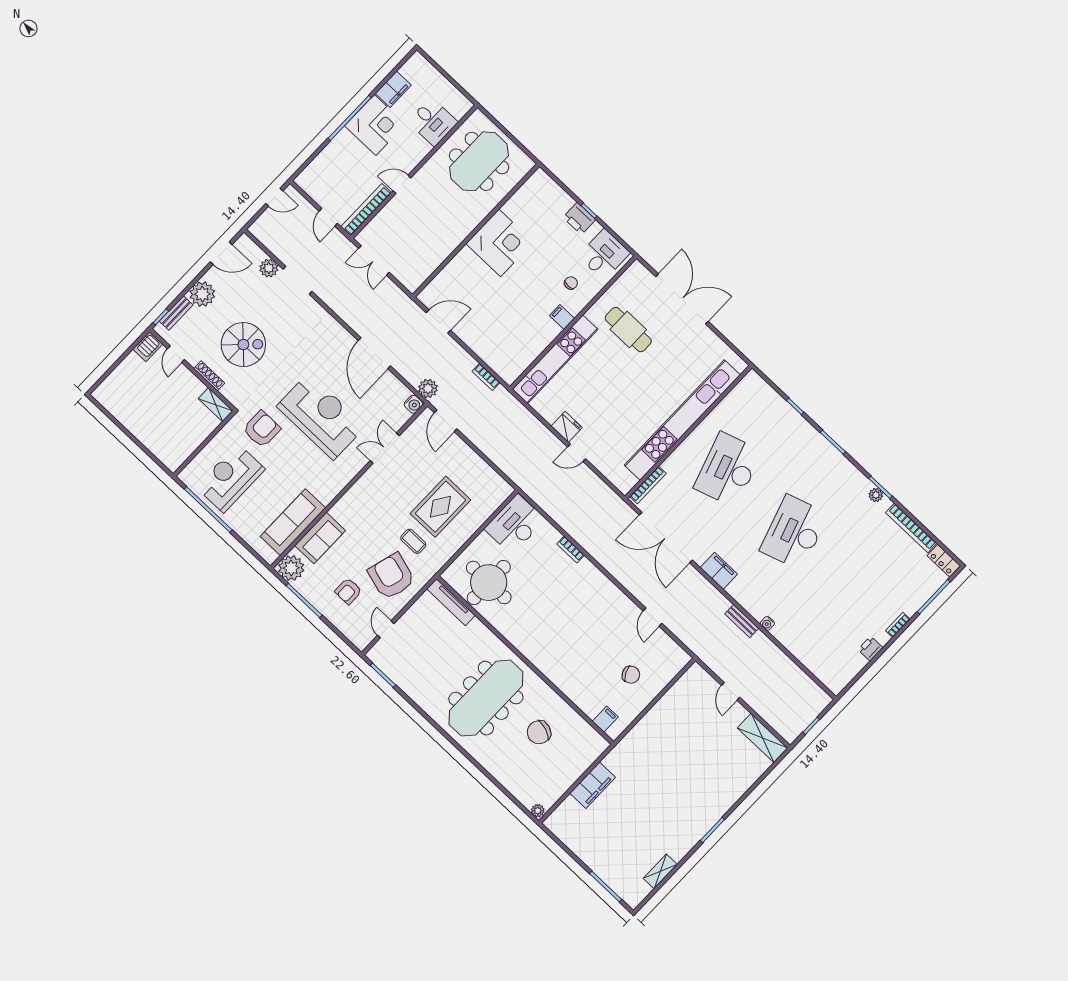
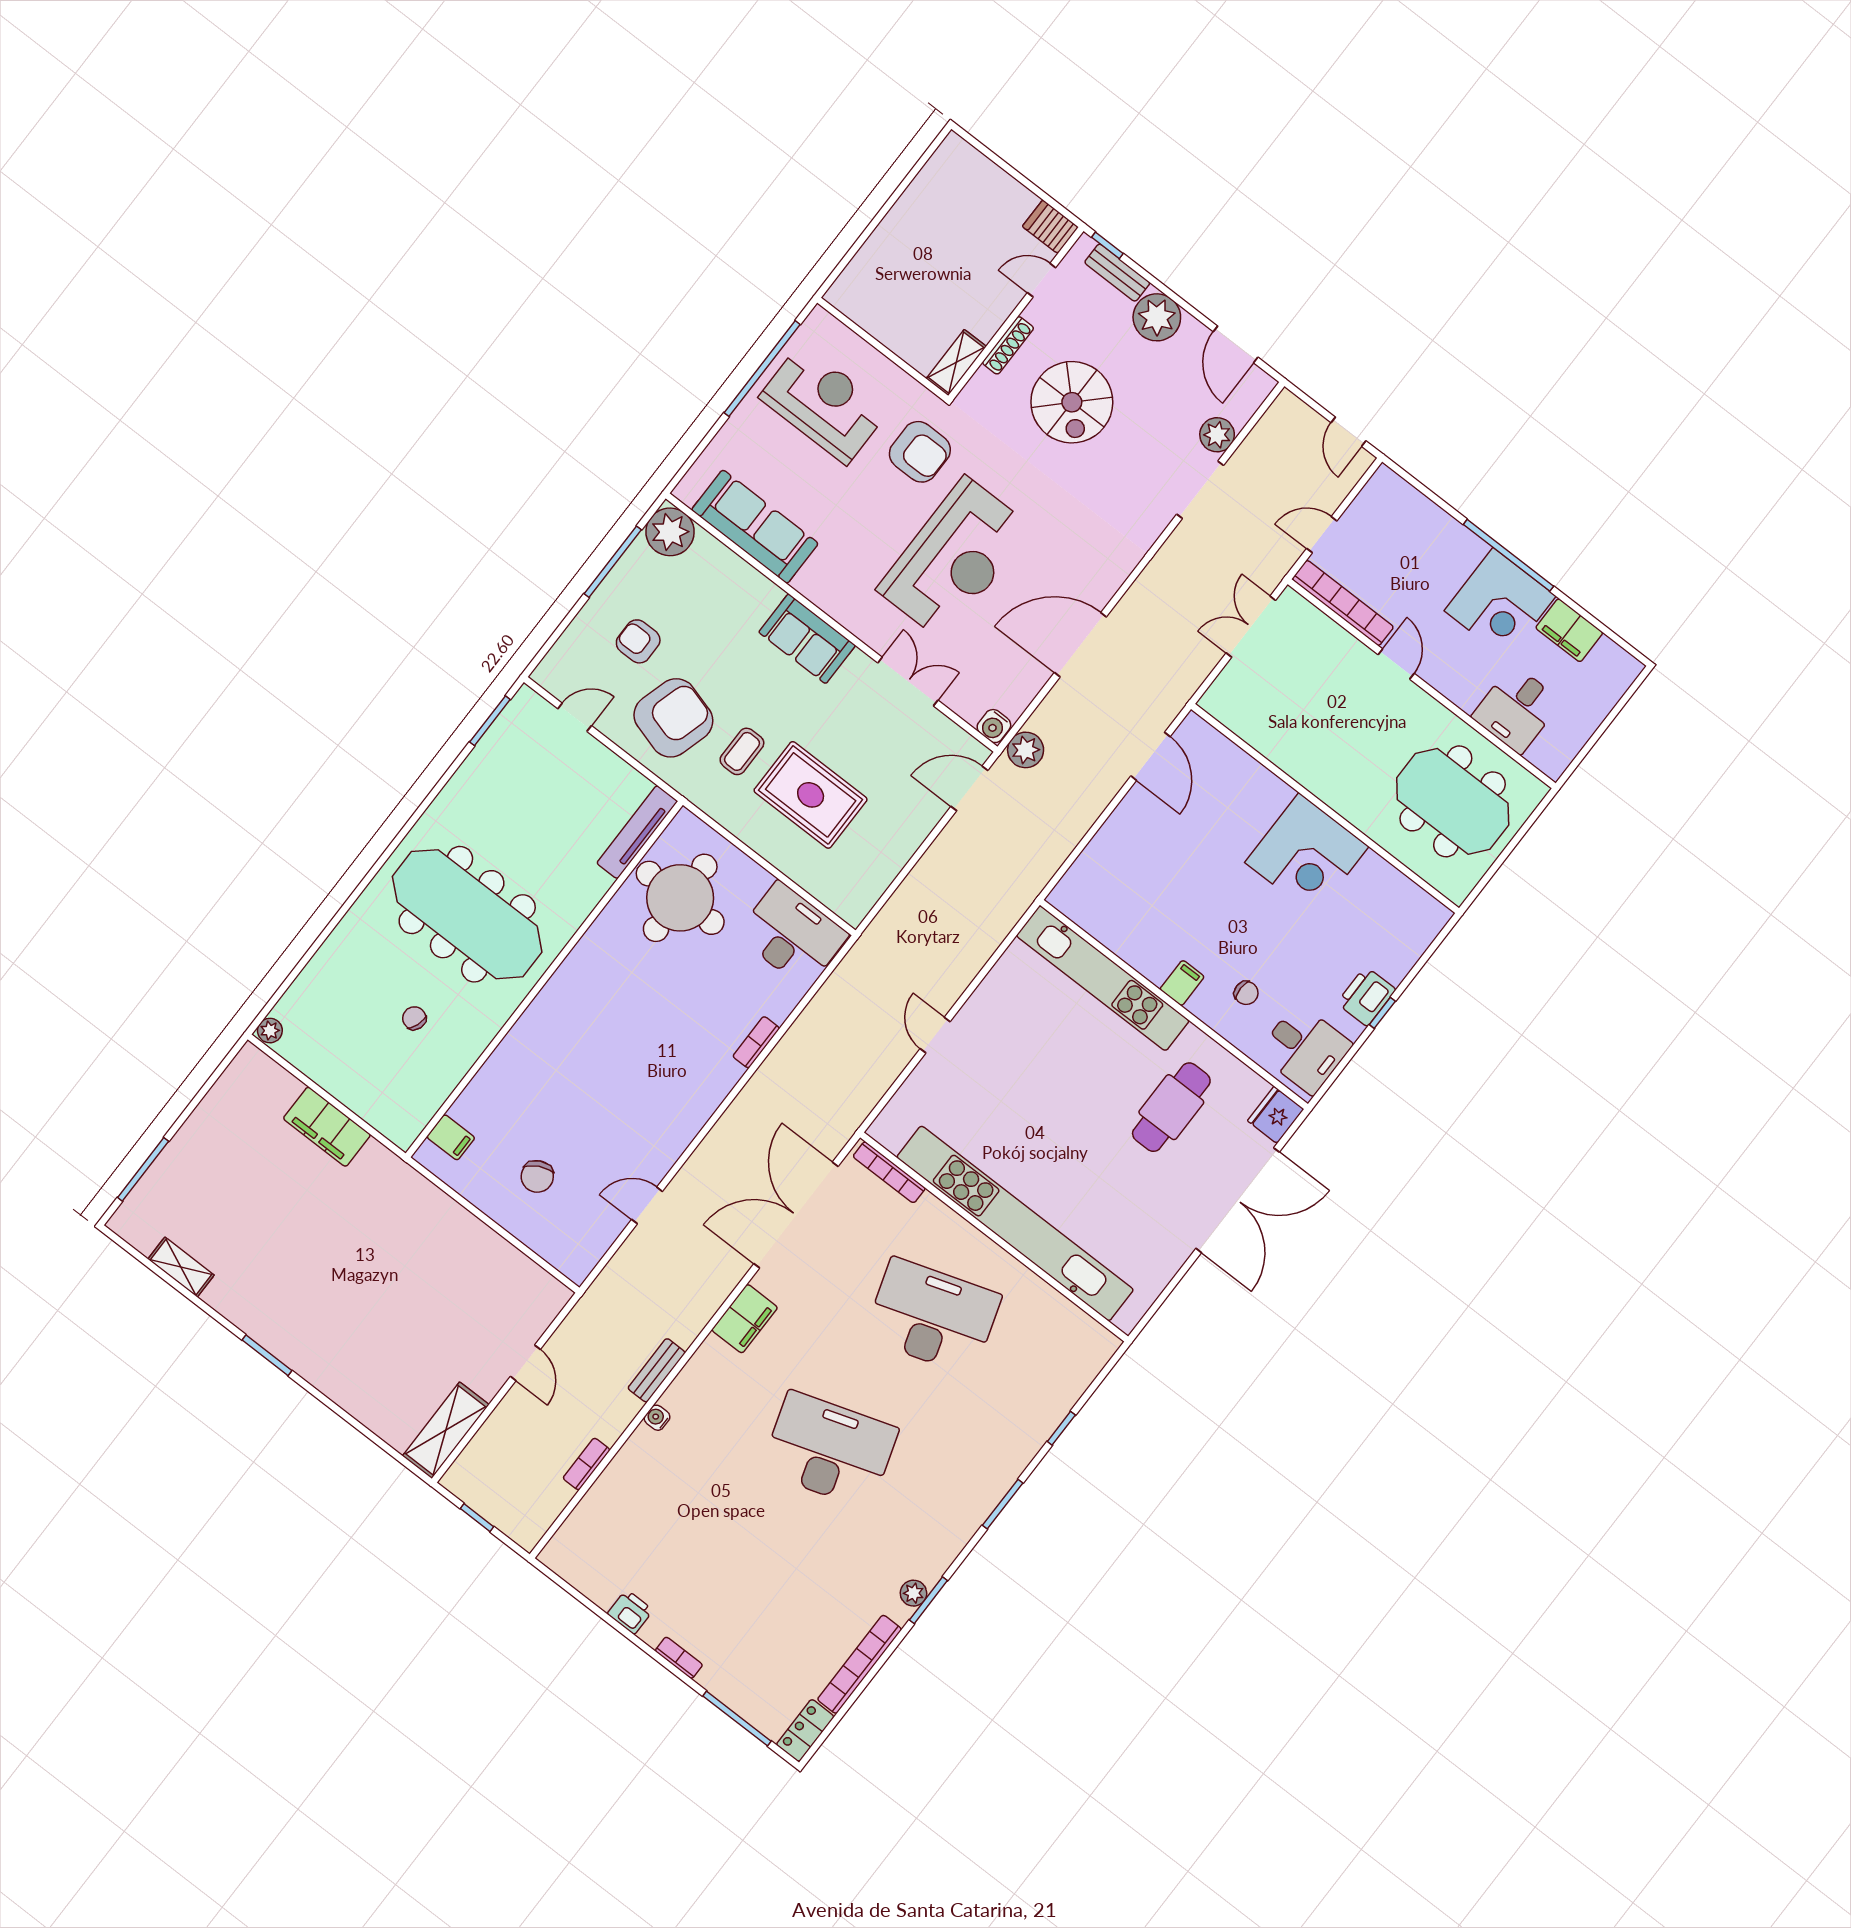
bookcase: (486, 377) -> (587, 1464), moved
fridge: (567, 427) -> (1276, 1115), moved, turned 180
sofa: (320, 538) -> (807, 639), moved
door: (731, 691) -> (525, 1363), swing flipped
chair: (539, 732) -> (414, 1018), width x0.54, depth x0.54

